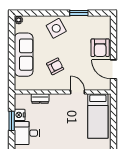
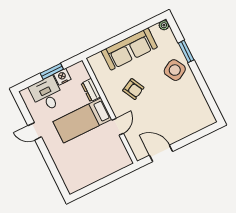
window: (79, 13) -> (186, 51), moved
armchair: (100, 48) -> (177, 128), removed
door: (113, 69) -> (161, 153), hinge flipped
bed: (98, 116) -> (82, 120), moved

